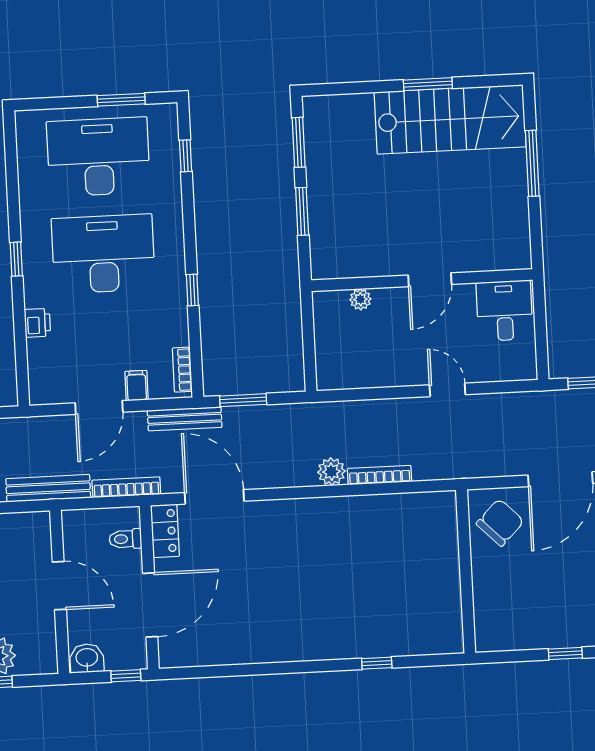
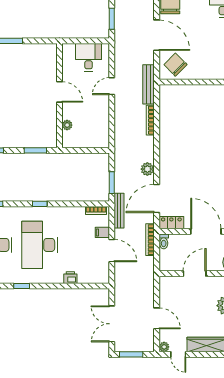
window: (302, 211) -> (35, 150), moved
window: (16, 259) -> (22, 286), moved
window: (192, 290) -> (40, 204), moved
desk: (505, 311) -> (89, 57), moved, turned 90
plant: (331, 472) -> (147, 169), moved
bench: (48, 488) -> (149, 84), moved
toilet: (125, 539) -> (164, 241), moved

